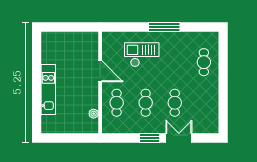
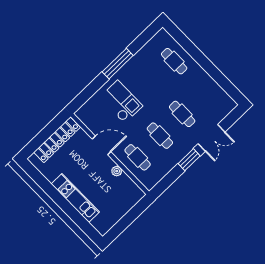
locker: (74, 38) -> (57, 140), added
checkout: (142, 55) -> (121, 102), turned 90
plant: (94, 114) -> (117, 171), moved
double door: (179, 138) -> (212, 138), swing flipped

